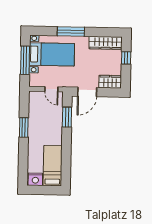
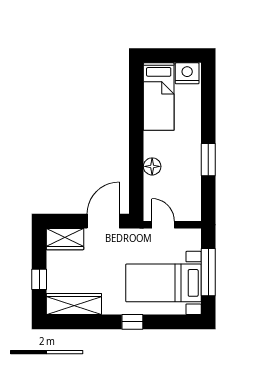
window: (71, 31) -> (132, 322), width x0.46
window: (67, 117) -> (136, 178), removed
floor lamp: (57, 124) -> (152, 166), added

